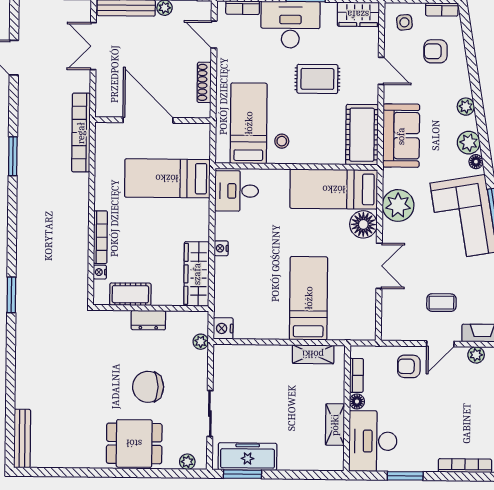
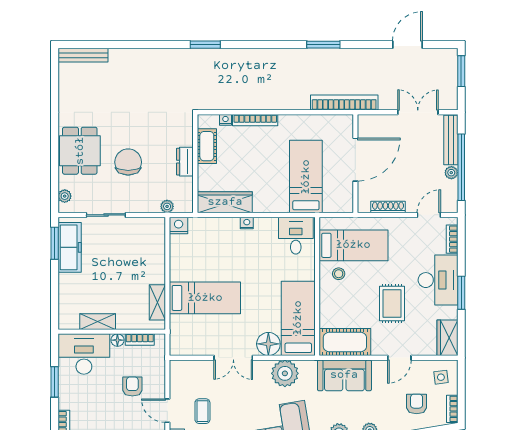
armchair: (409, 366) -> (132, 386), moved

